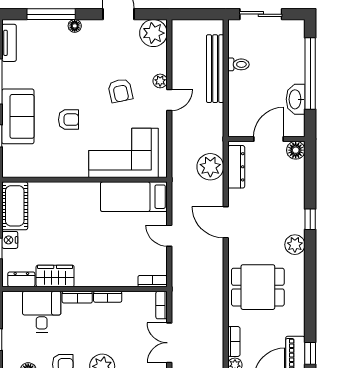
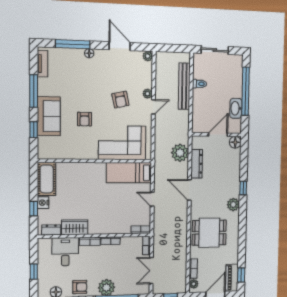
plant: (153, 33) -> (148, 56), width x0.53, depth x0.53
armchair: (68, 120) -> (85, 119), turned 90
dresser: (236, 167) -> (197, 164), moved

